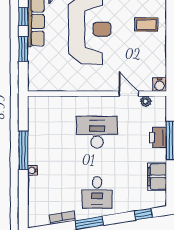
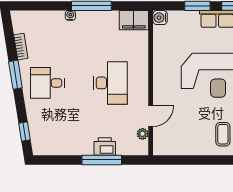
water cooler: (160, 85) -> (160, 18), moved
filing cabinet: (157, 177) -> (134, 20), moved, turned 180

